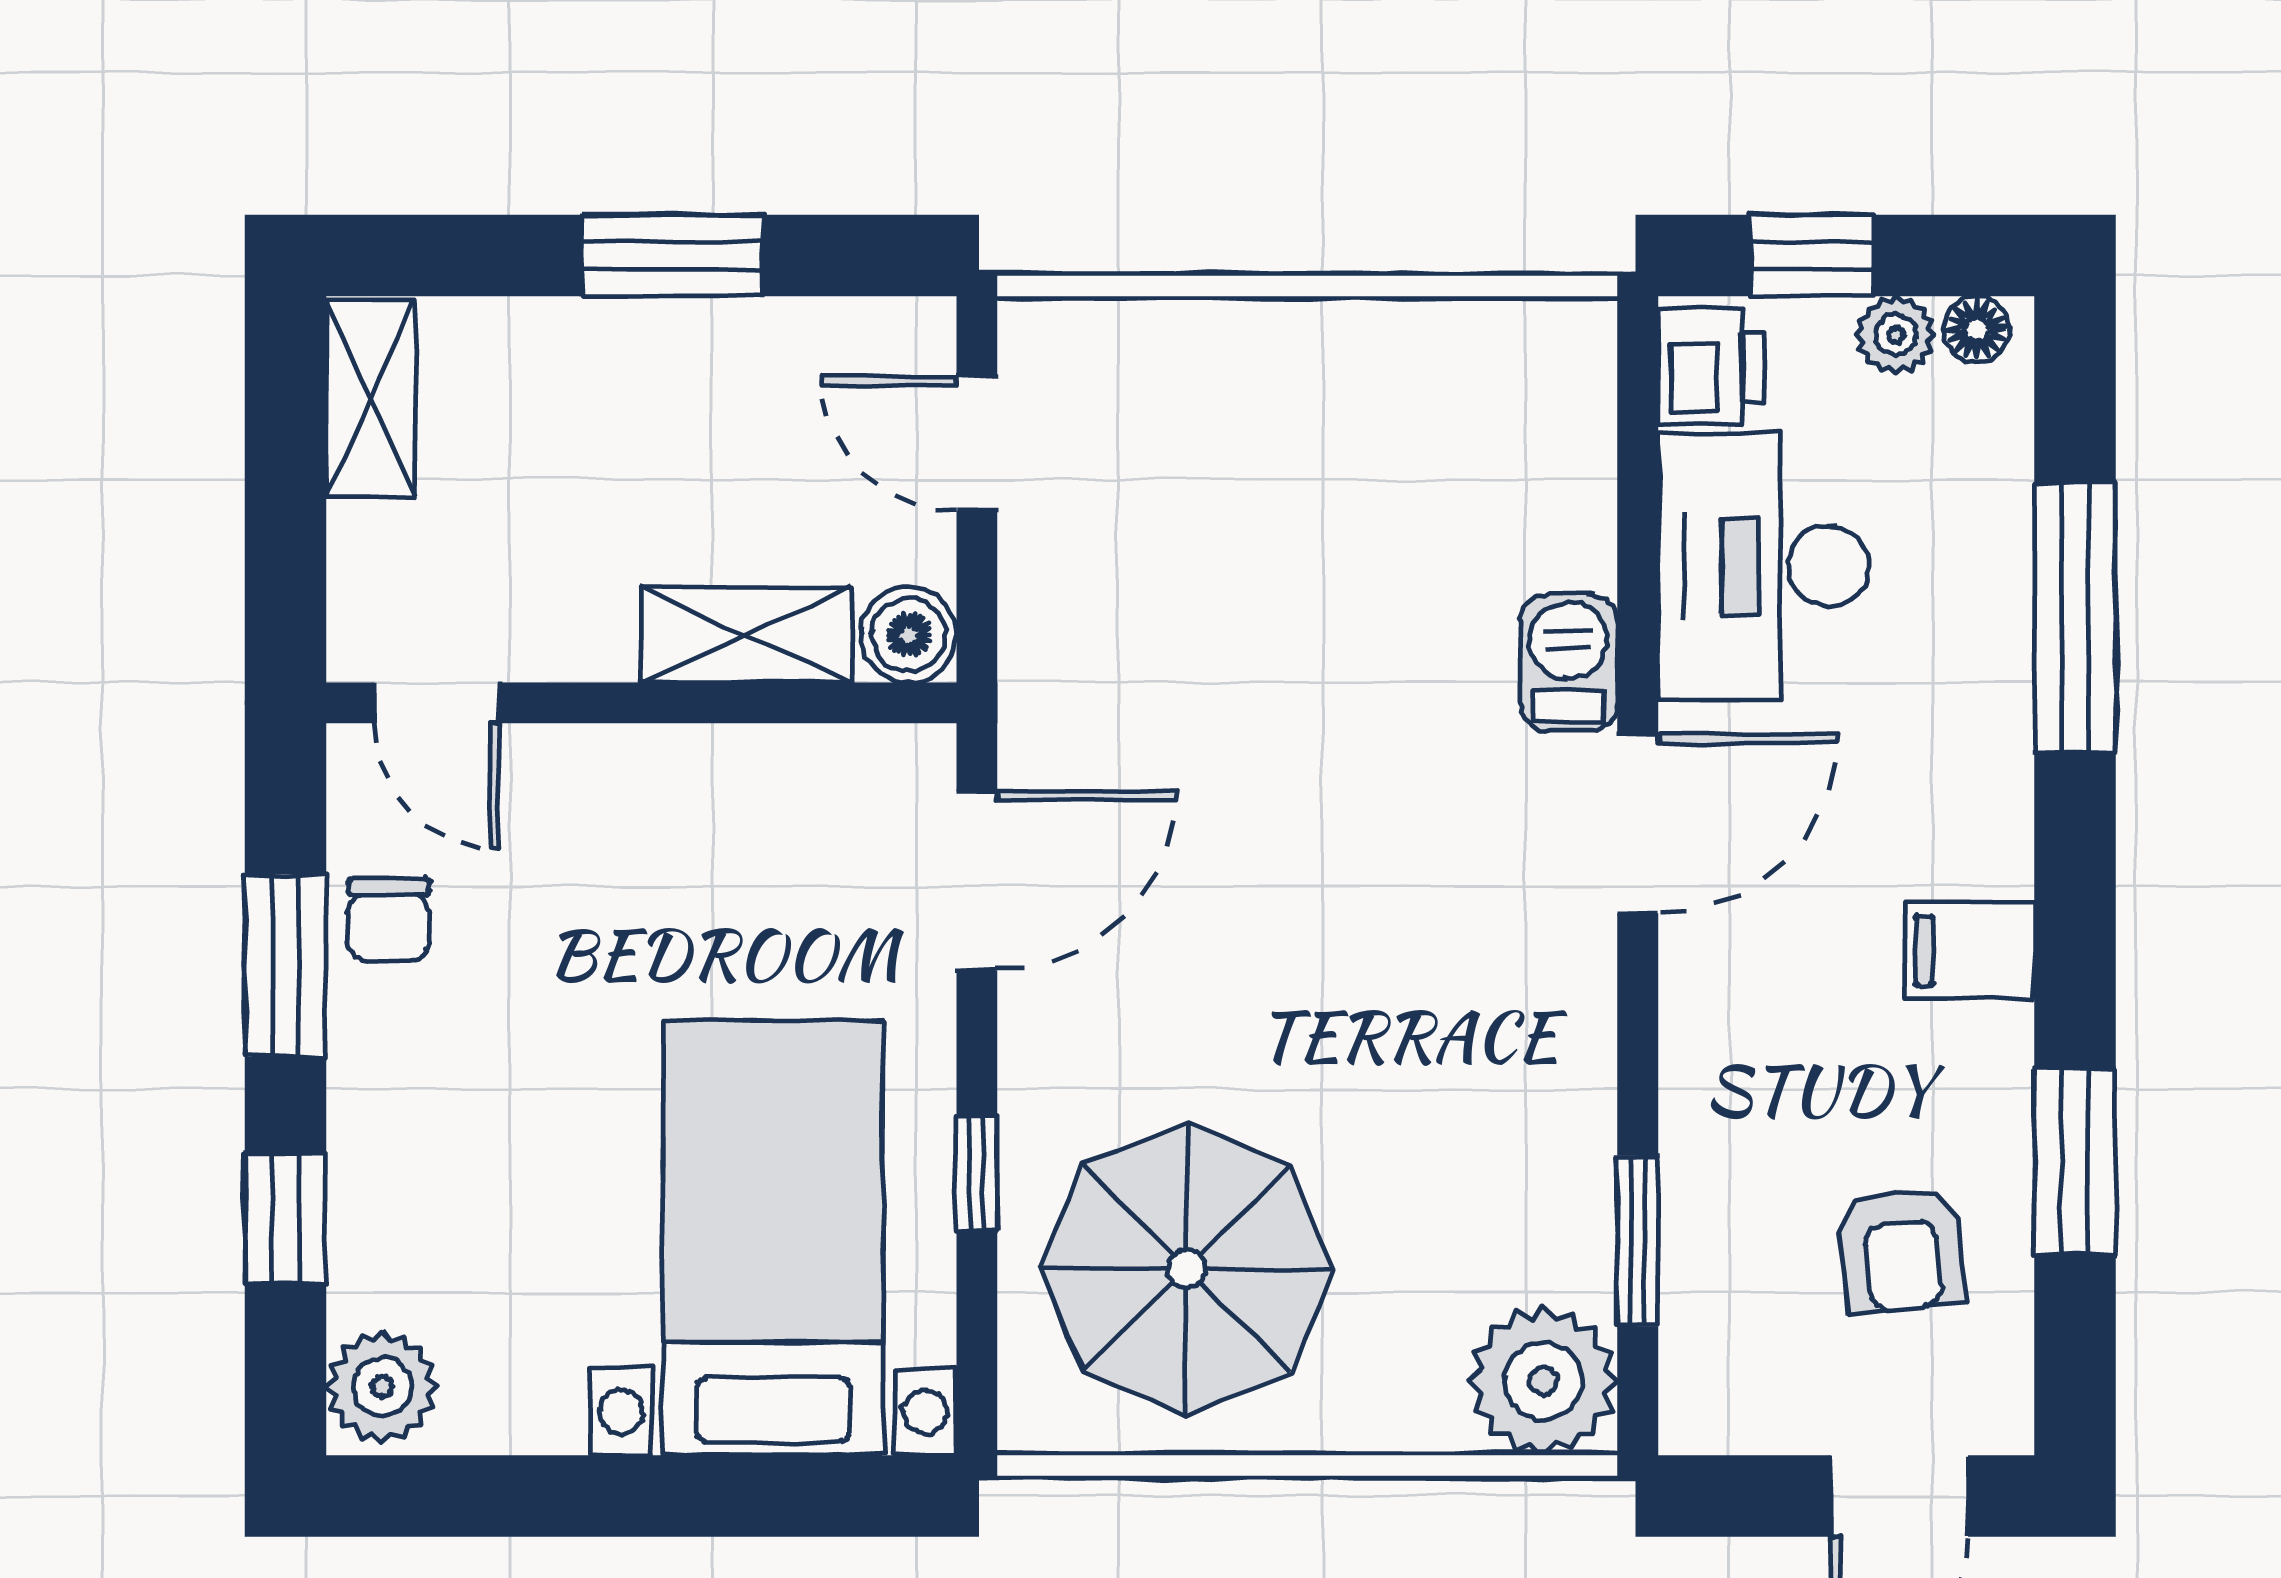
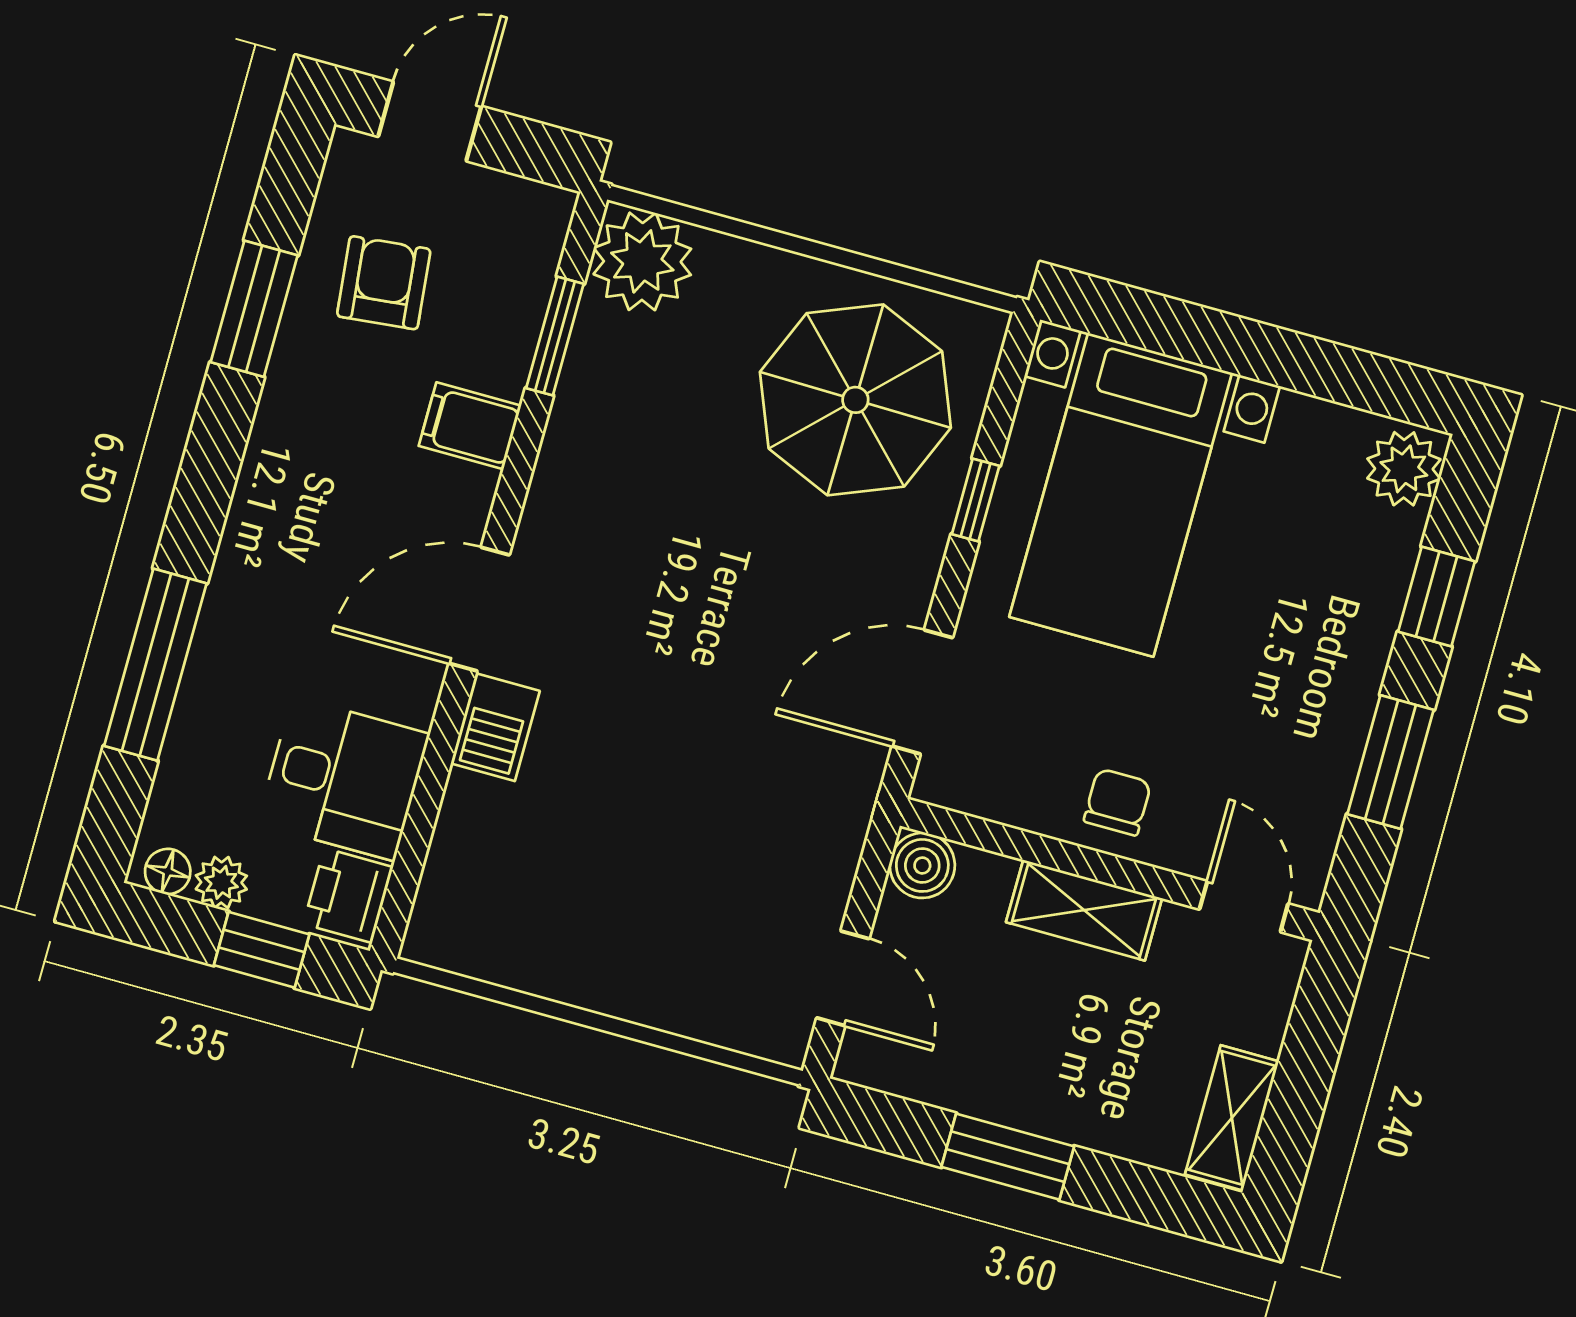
desk: (1763, 567) -> (344, 779), width x0.73
shelving: (747, 635) -> (1084, 910), moved
chair: (389, 920) -> (1117, 802), moved
filing cabinet: (1969, 951) -> (470, 426), moved, turned 180

